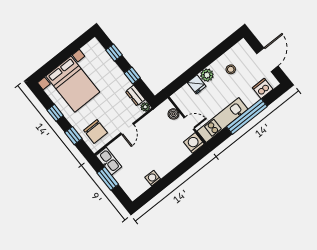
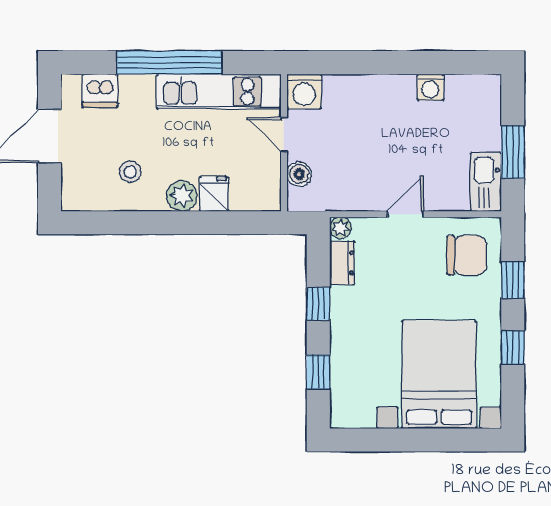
chair: (96, 132) -> (467, 255), turned 90

